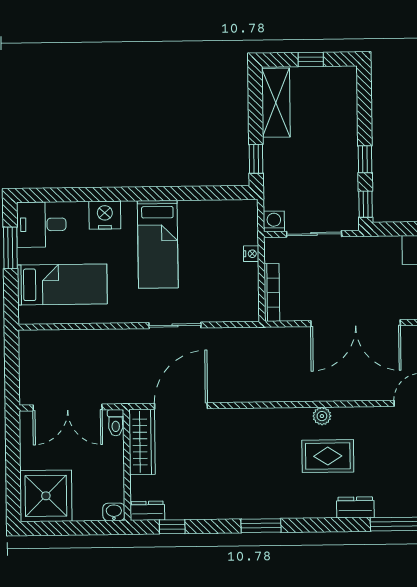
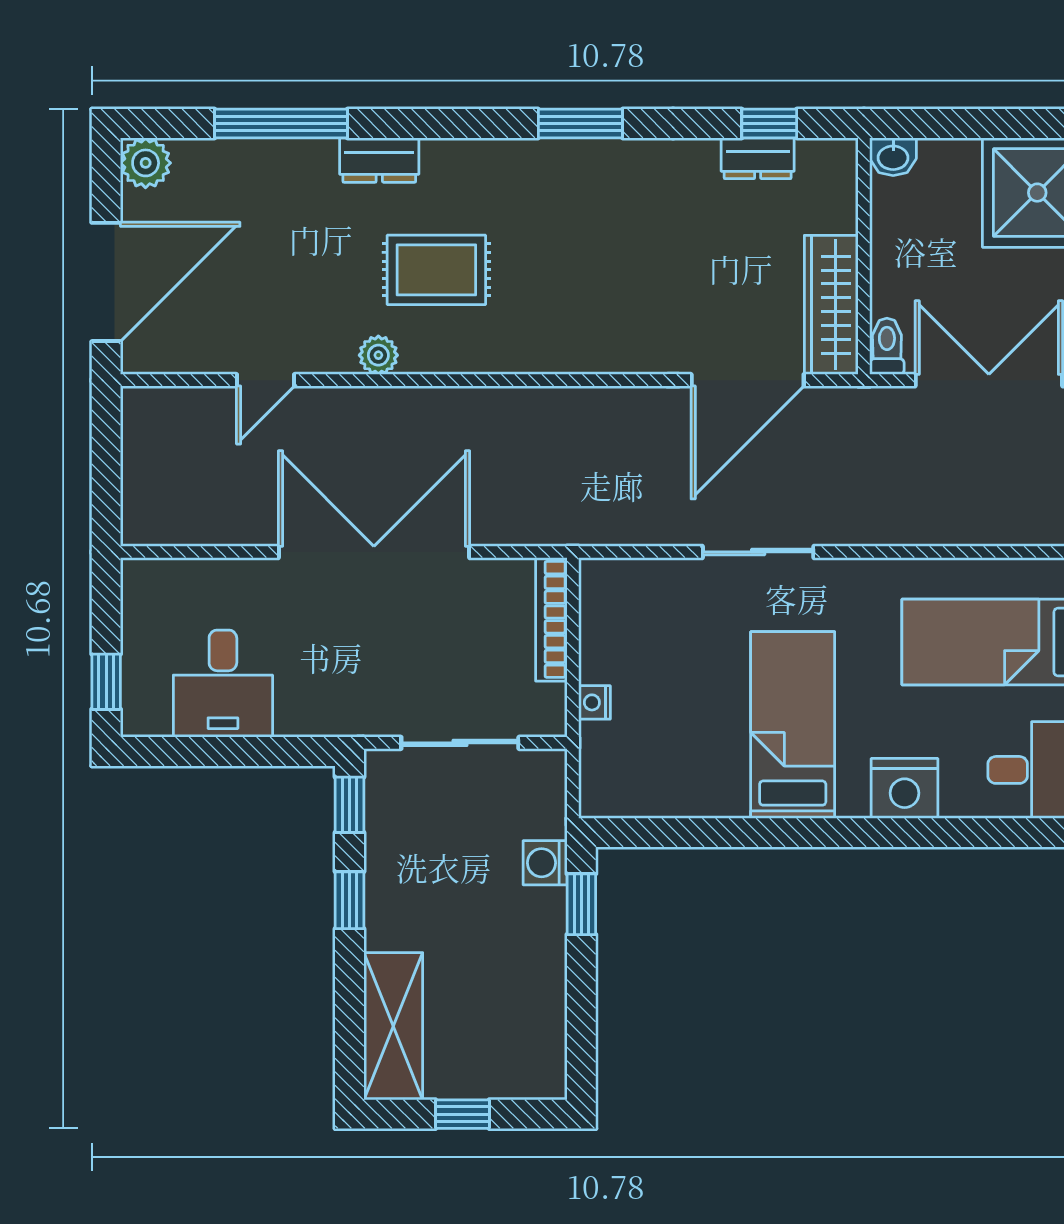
shelving: (276, 103) -> (393, 1026), moved
washing machine: (274, 221) -> (545, 863), moved, turned 90
plant: (322, 416) -> (378, 355), moved
dresser: (147, 511) -> (758, 158), moved

